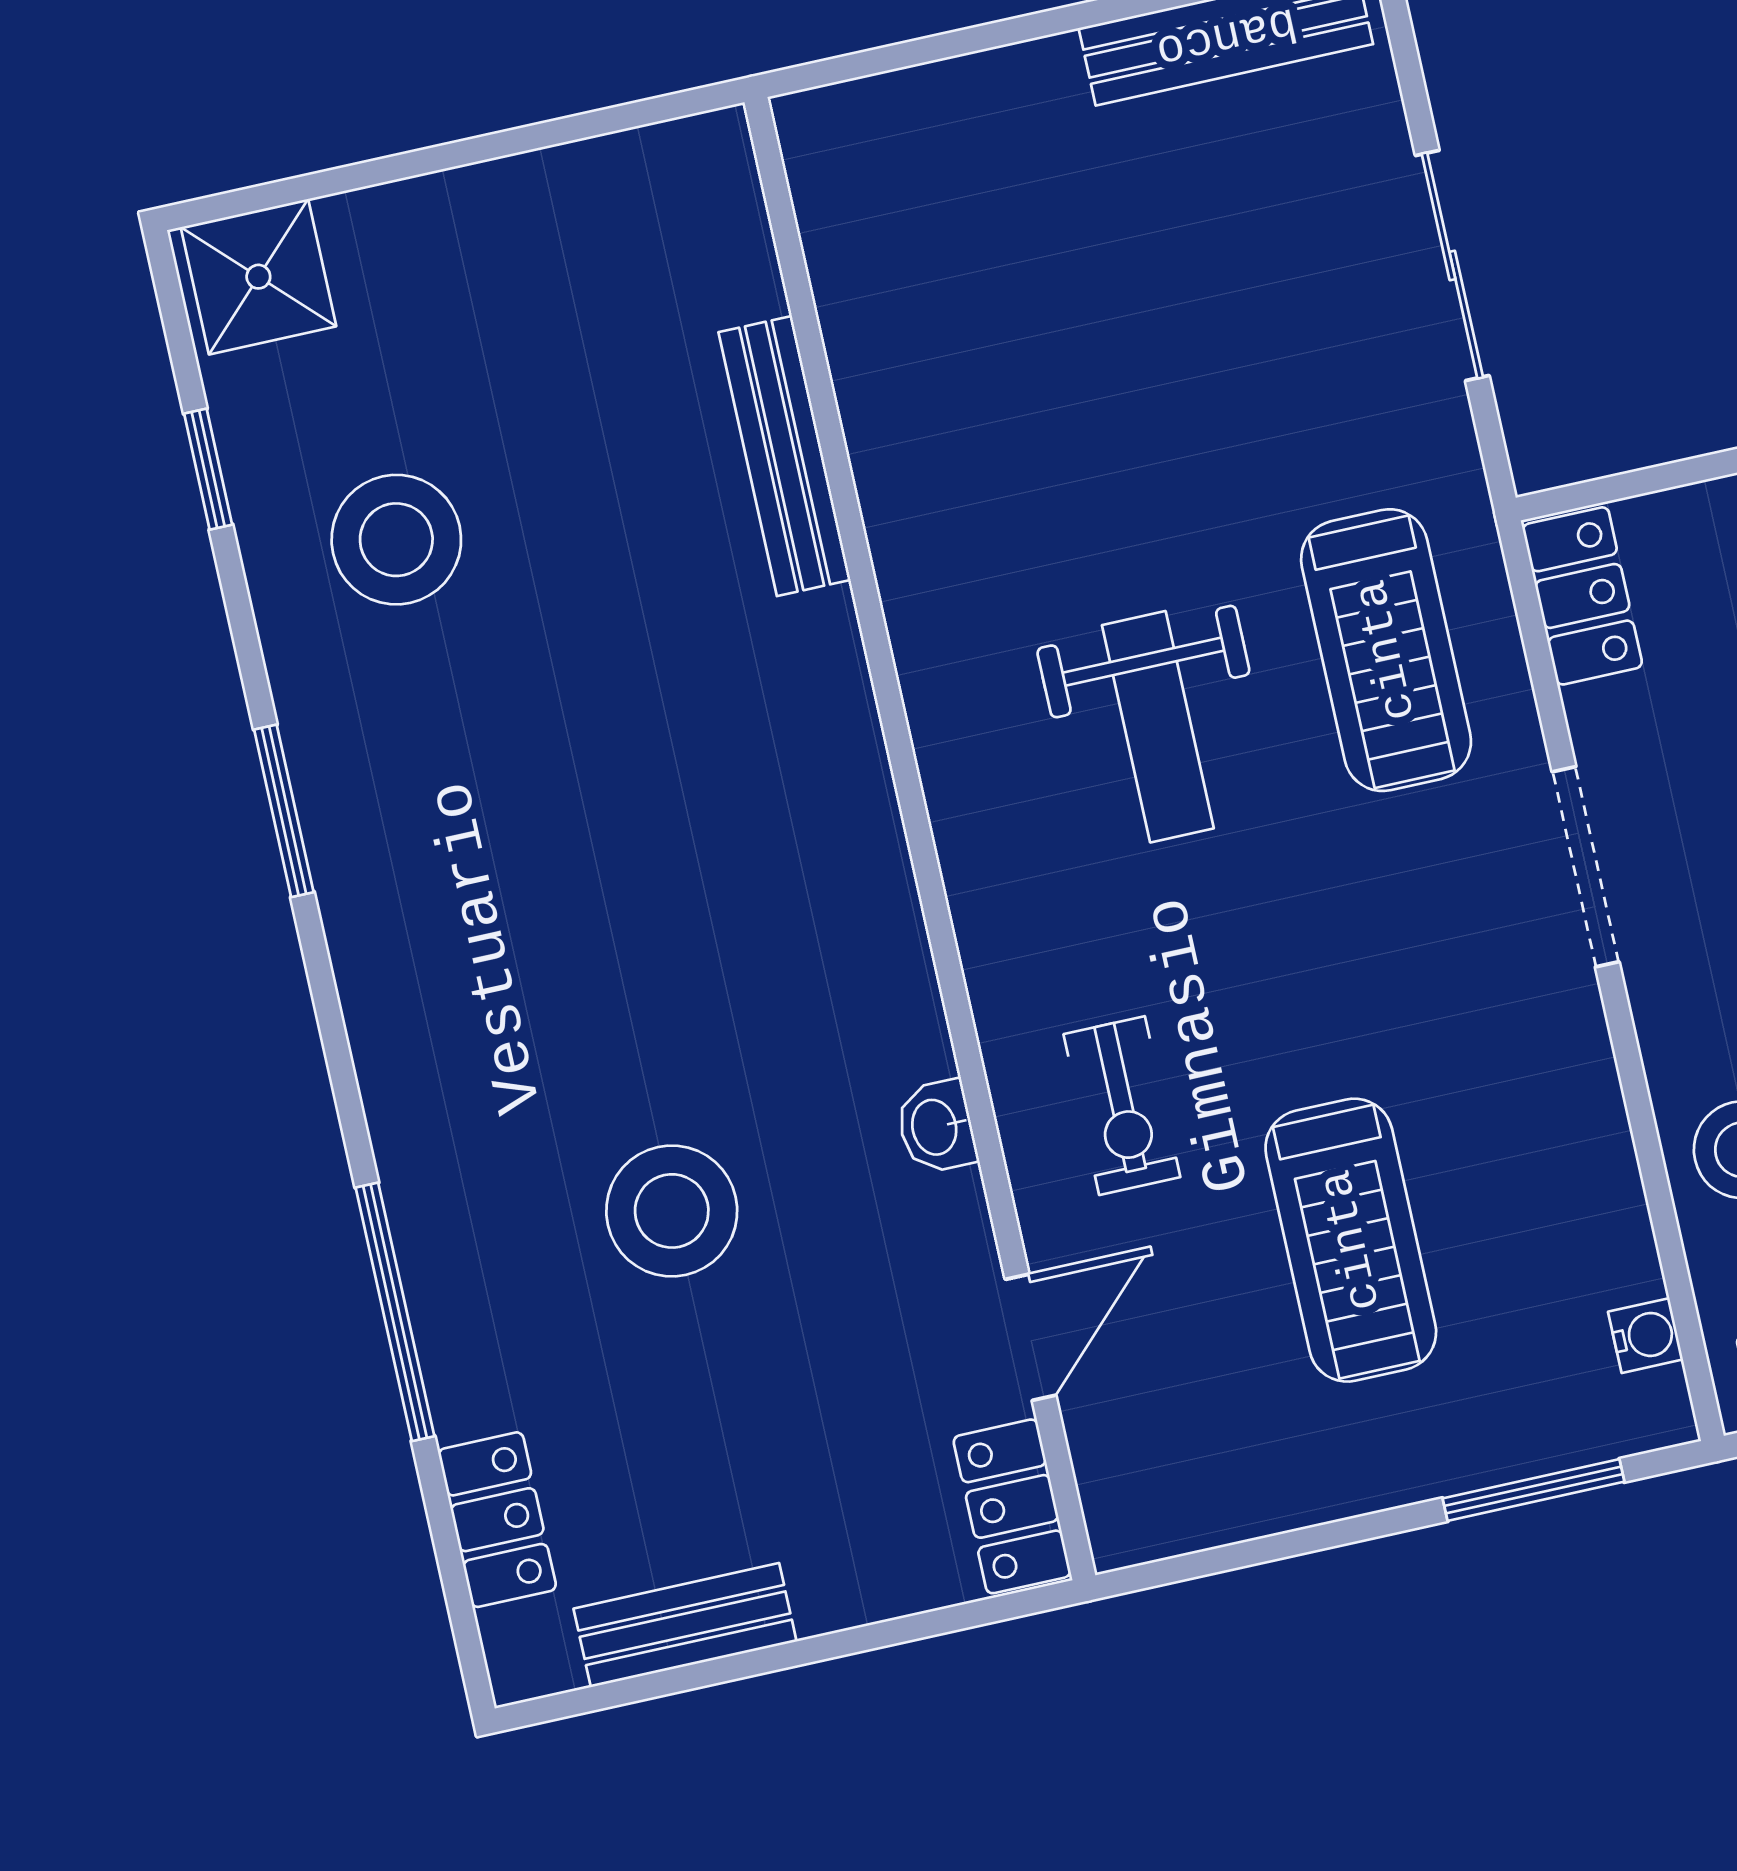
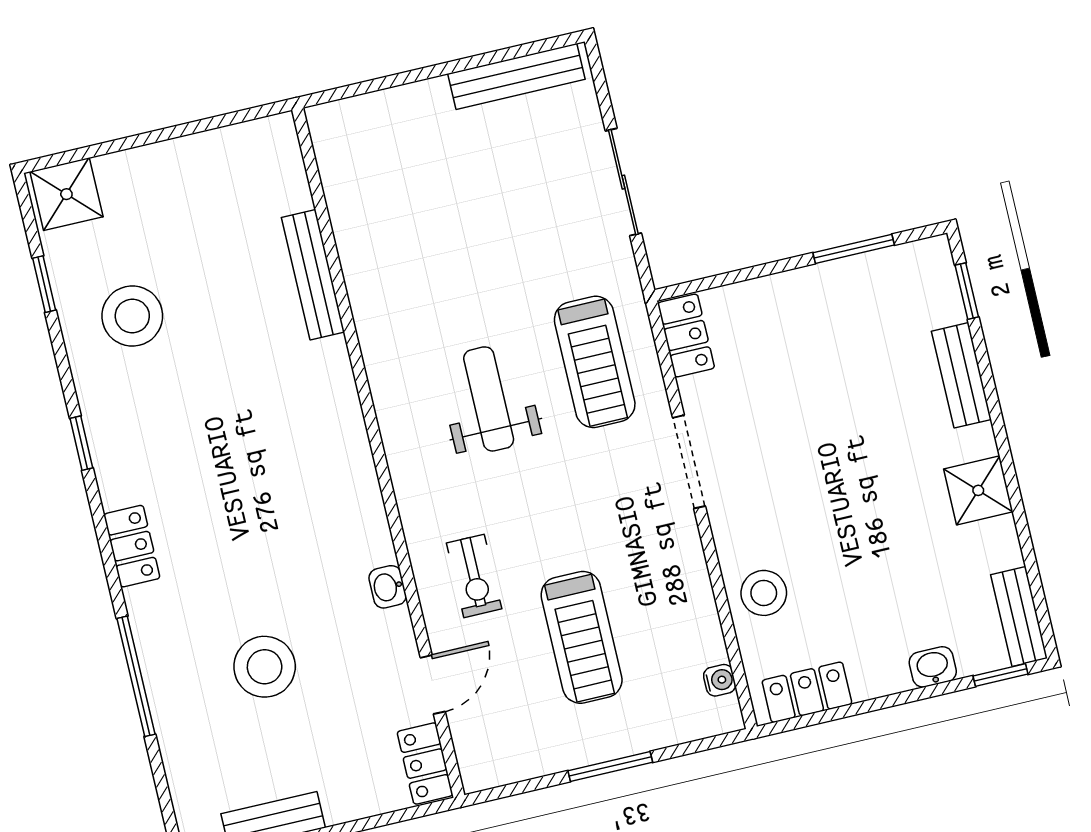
weight bench: (1158, 727) -> (489, 399), turned 180
window: (284, 811) -> (81, 443), width x0.67
stool: (672, 1211) -> (265, 667), moved
window: (1533, 1490) -> (610, 767), moved
locker: (497, 1520) -> (132, 546), moved

